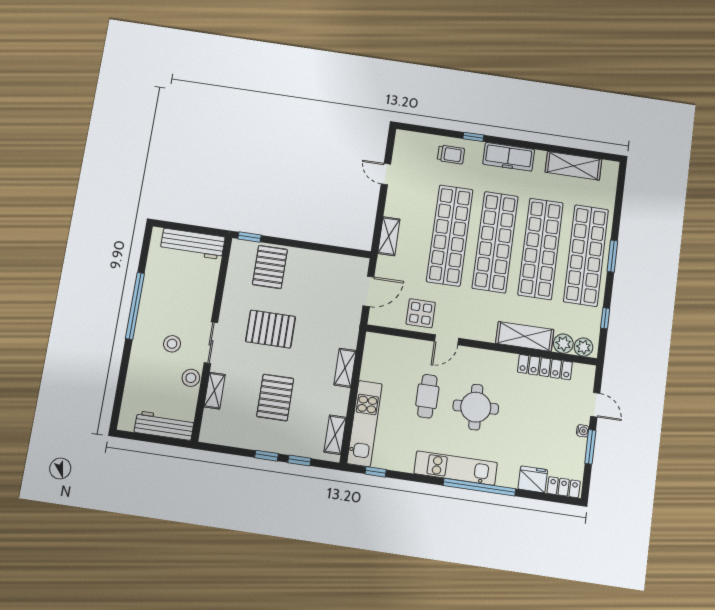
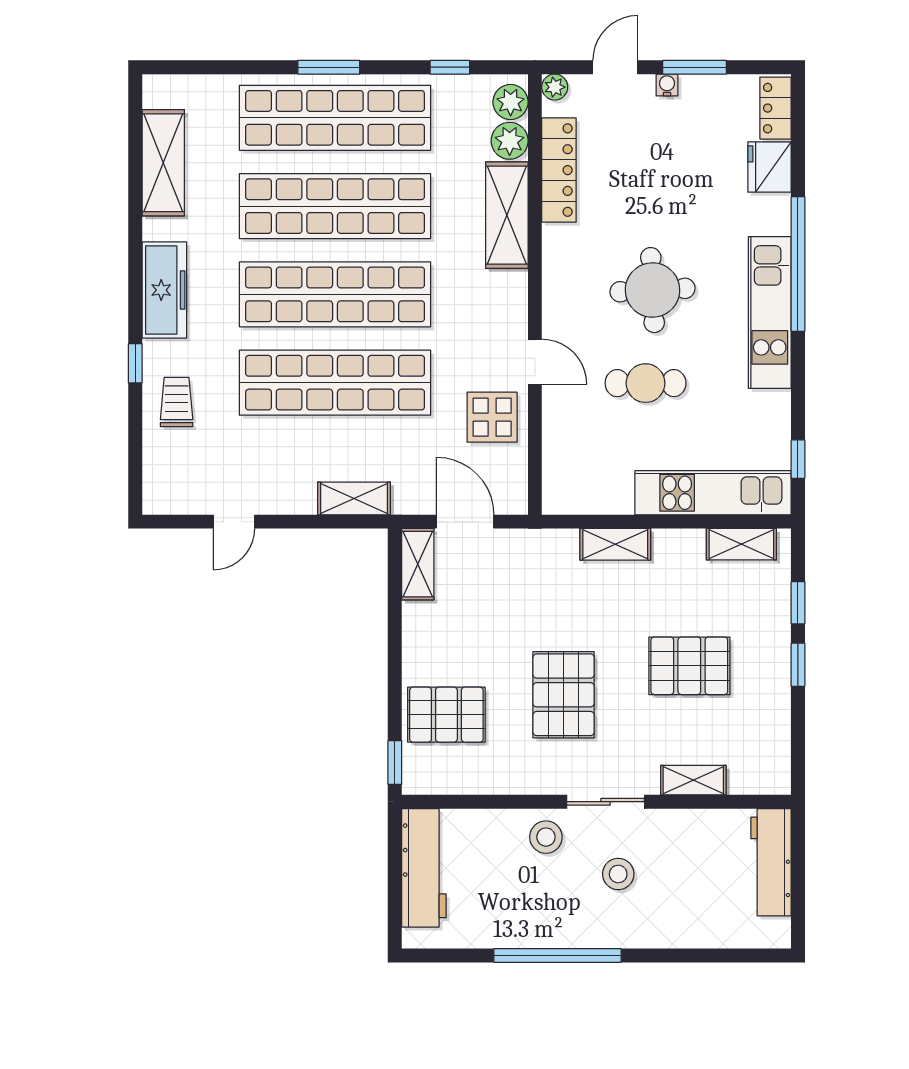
shelving: (350, 264) -> (418, 564), added
plant: (589, 371) -> (555, 87), added
stool: (191, 378) -> (546, 837), moved

